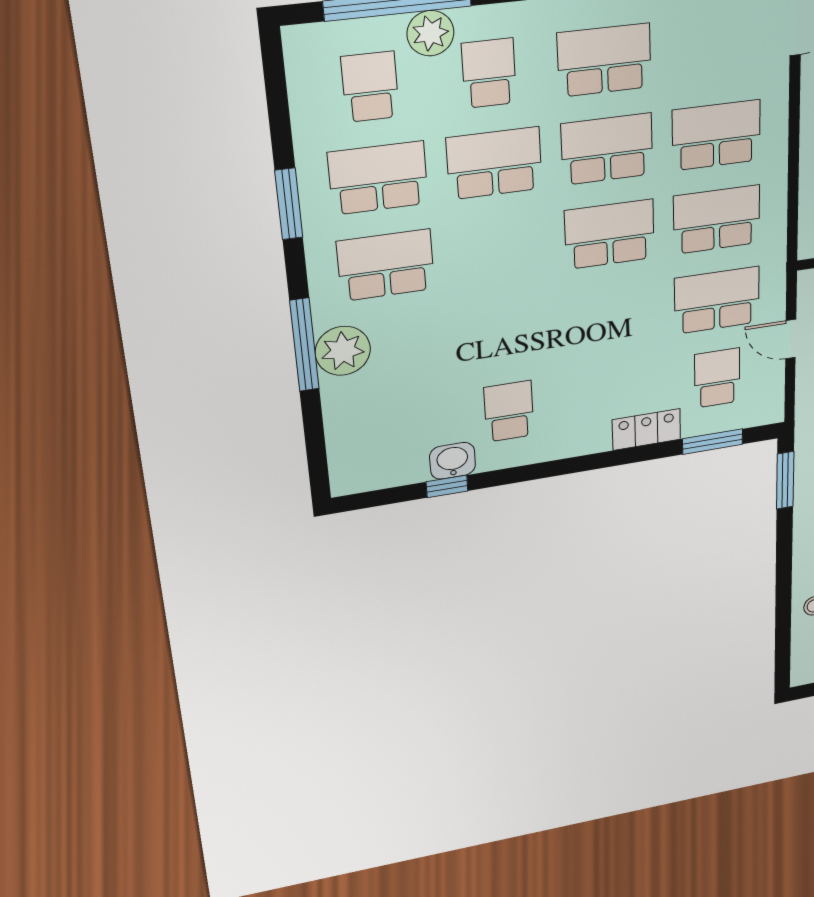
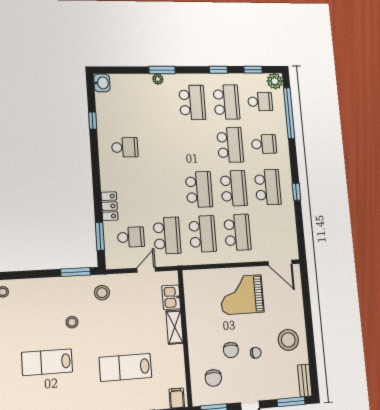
plant: (430, 33) -> (275, 81), moved
window: (278, 110) -> (253, 70), added
window: (289, 204) -> (218, 70), width x0.67
window: (304, 345) -> (162, 70), width x0.69
plant: (343, 351) -> (158, 79), width x0.53, depth x0.53
washbasin: (453, 461) -> (102, 83), moved

